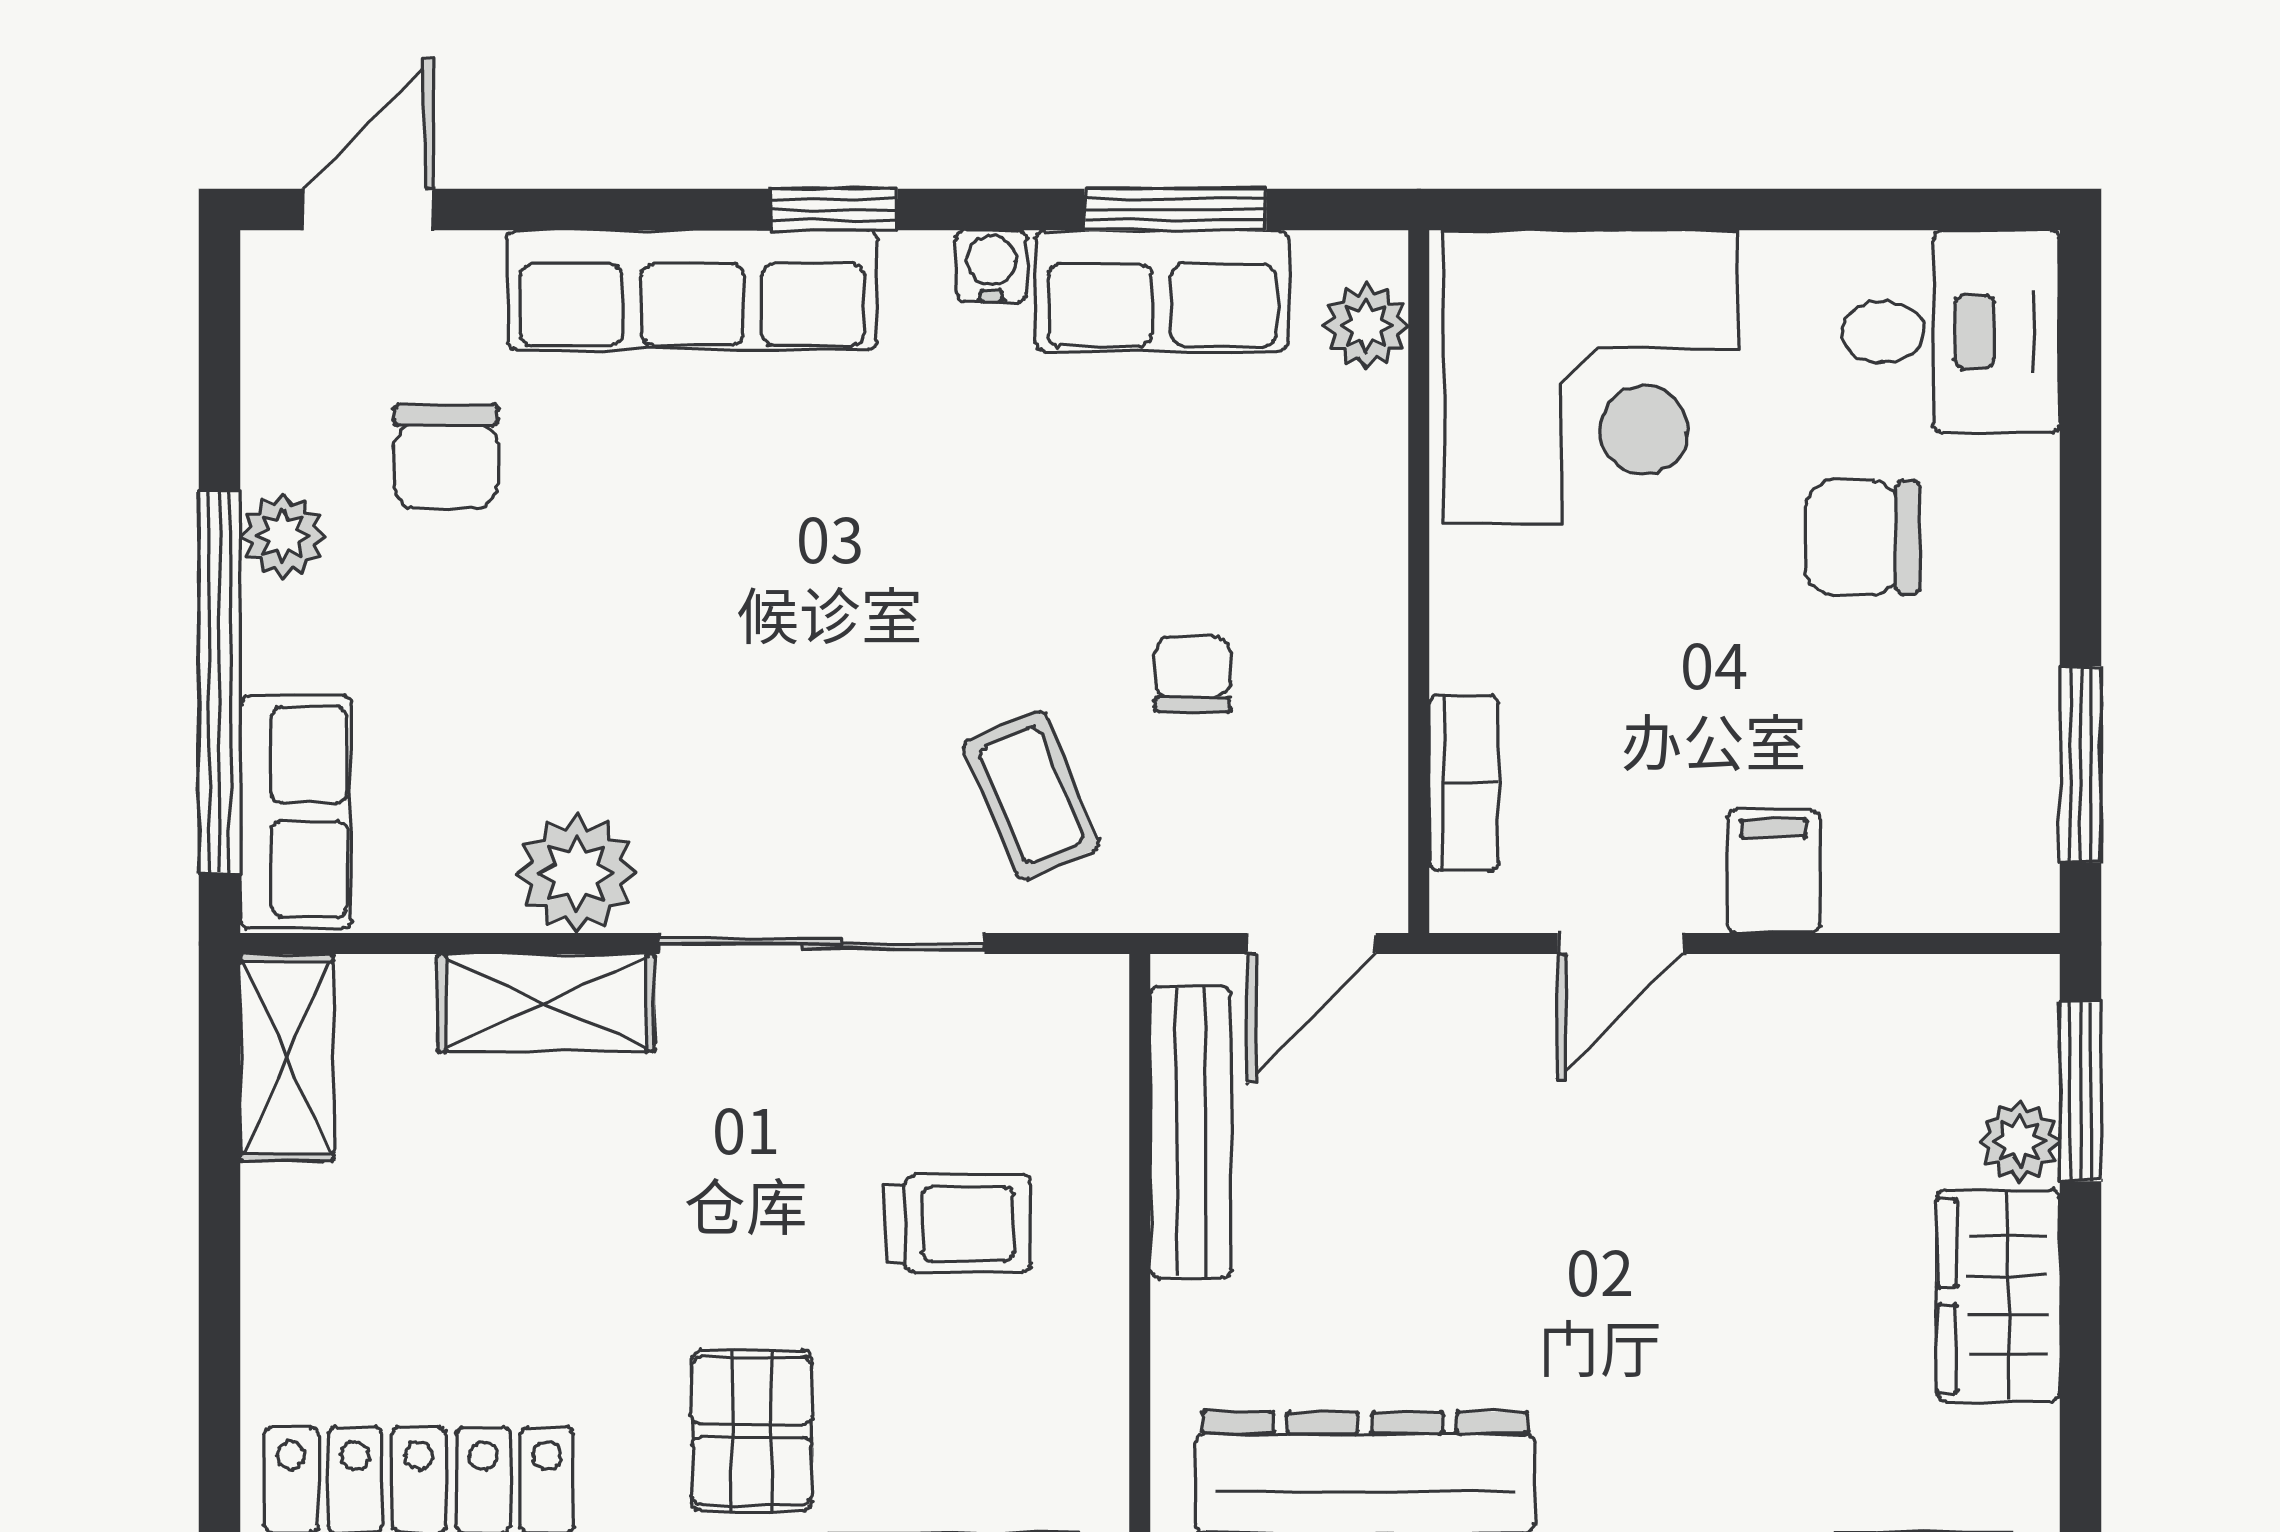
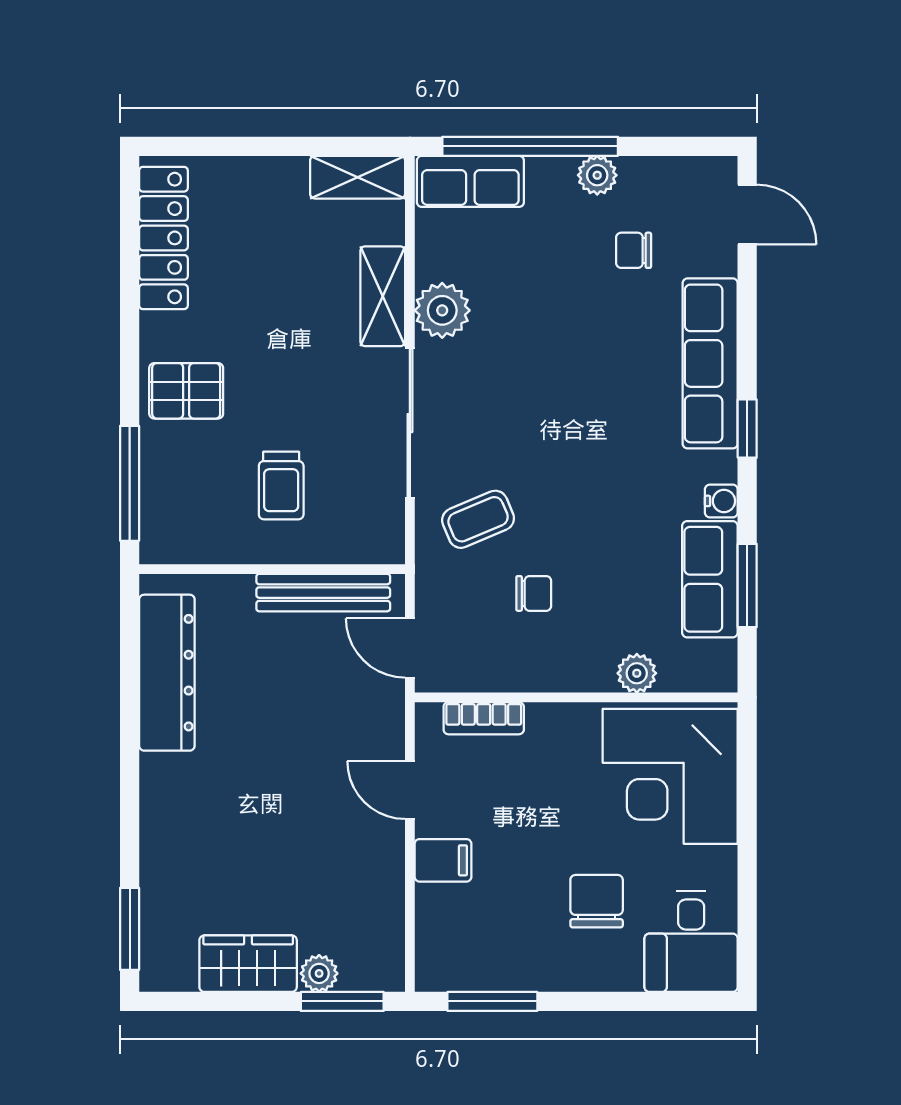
plant: (1366, 326) -> (637, 673), moved
chair: (446, 457) -> (634, 250), width x0.73, depth x0.73

